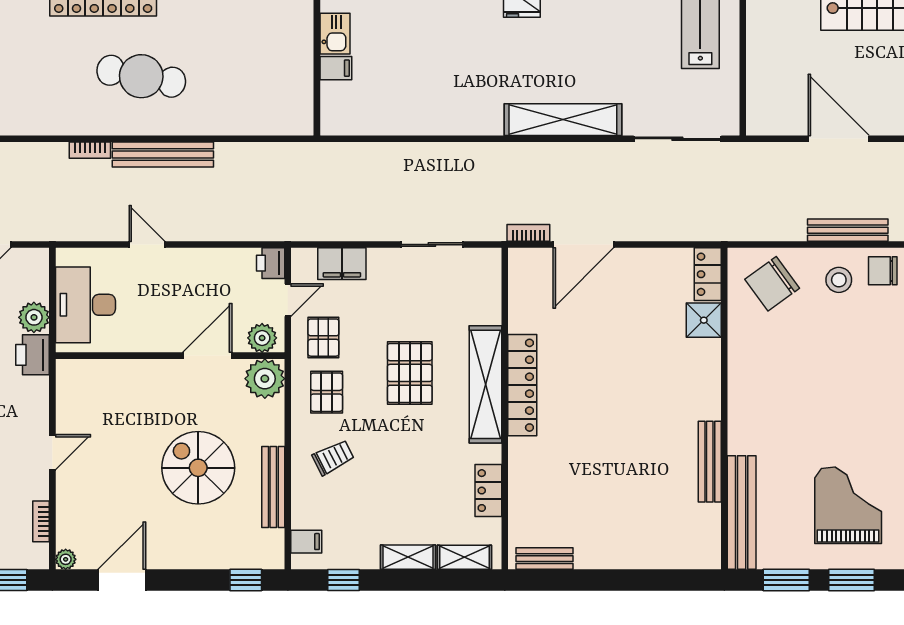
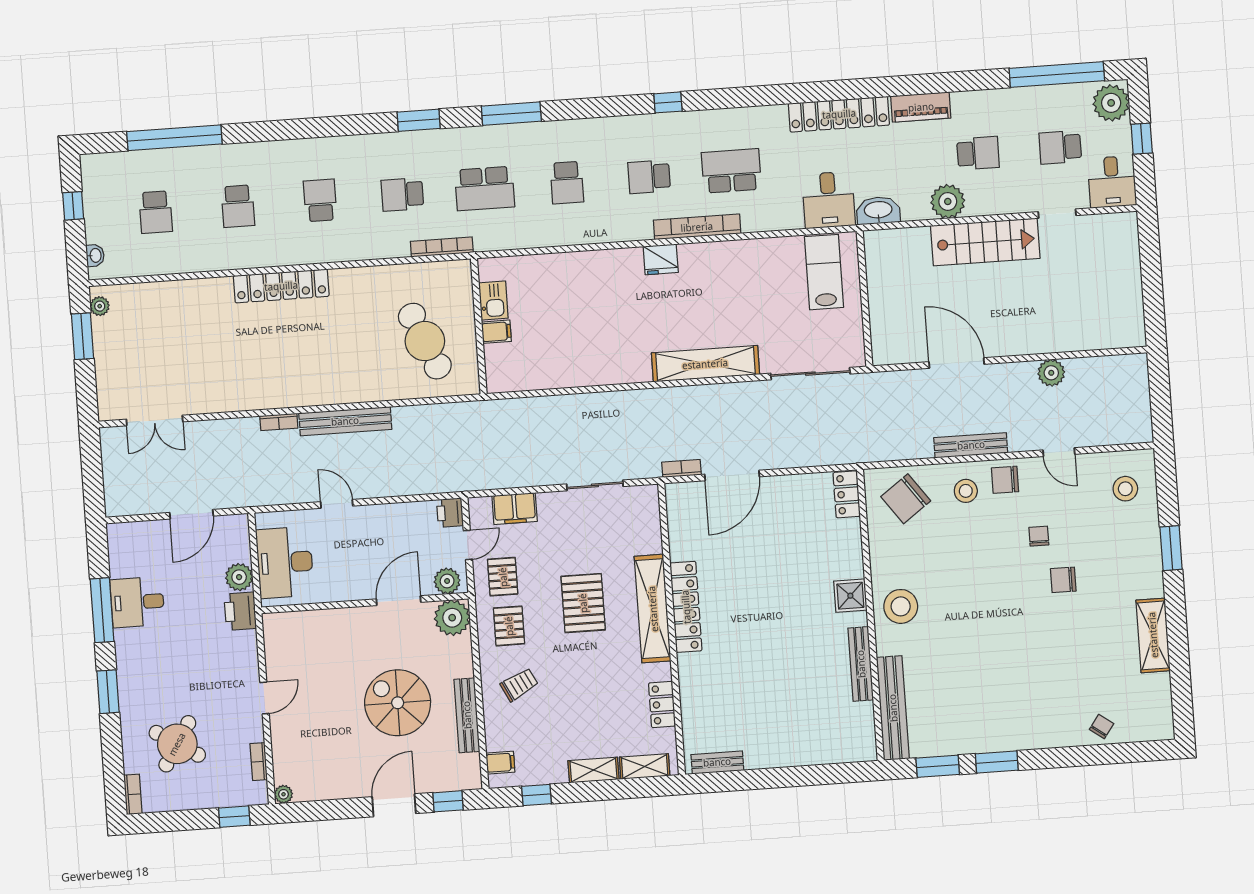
cafe table: (141, 76) -> (425, 341), moved, turned 56
shower: (704, 320) -> (850, 596), moved
stool: (758, 402) -> (901, 606), added
grand piano: (848, 505) -> (989, 694), removed
door: (122, 580) -> (394, 805), moved

